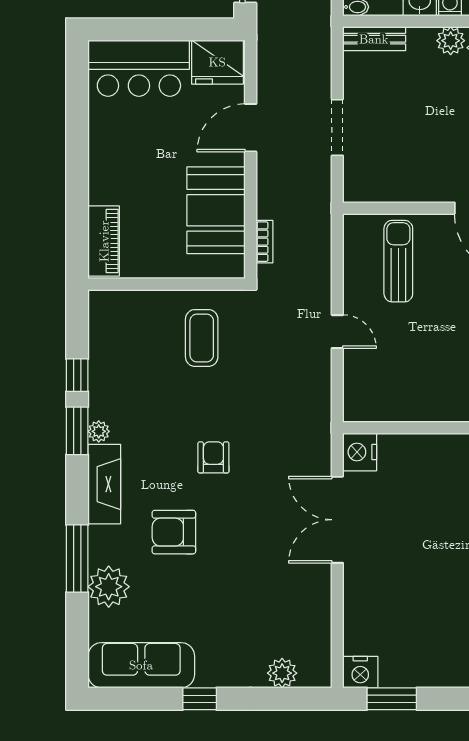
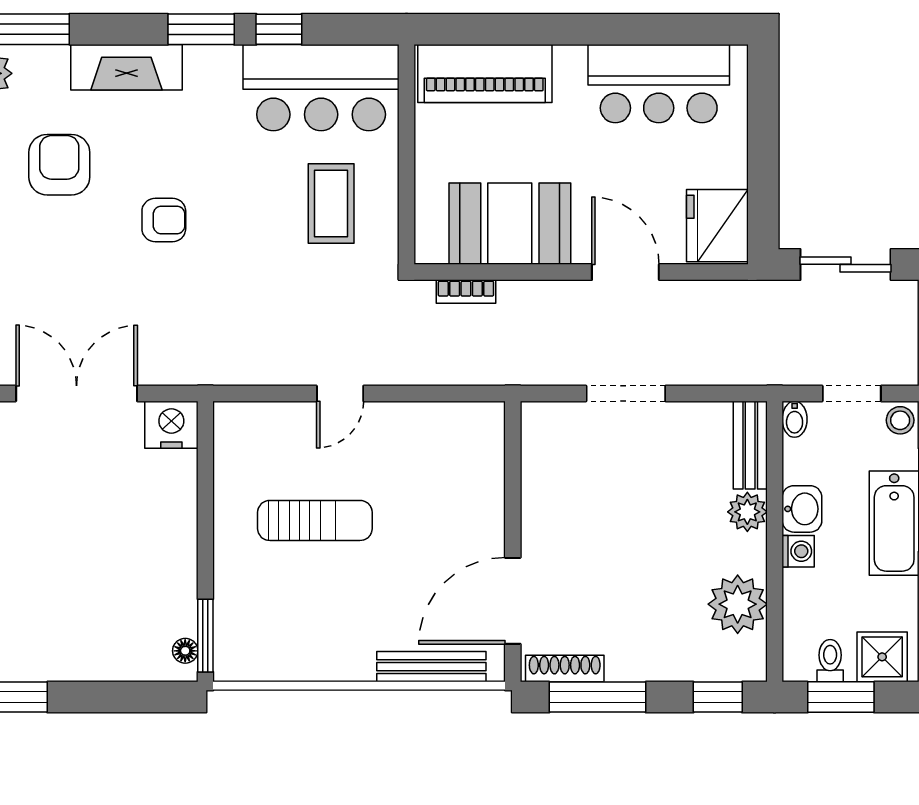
plant: (451, 41) -> (747, 512), moved
bar counter: (139, 68) -> (659, 84), moved, turned -90
piano: (104, 241) -> (485, 73), width x1.37, depth x1.33
sun lounger: (398, 261) -> (315, 520), moved
coffee table: (202, 338) -> (331, 204), turned 90
bar counter: (119, 345) -> (321, 88), added
plant: (99, 431) -> (200, 59), removed

